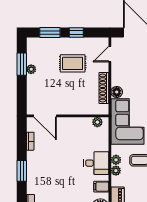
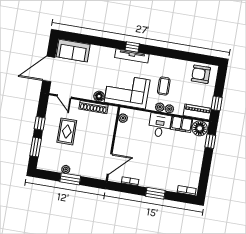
window: (22, 64) -> (70, 179), moved
filing cabinet: (101, 187) -> (182, 124), width x2.00

